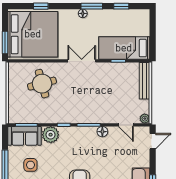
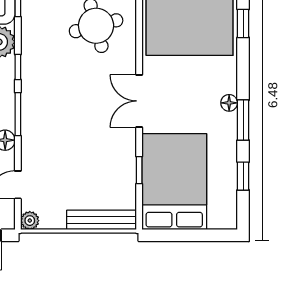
bed: (124, 48) -> (174, 182), width x1.50
double door: (82, 61) -> (139, 101), swing flipped

